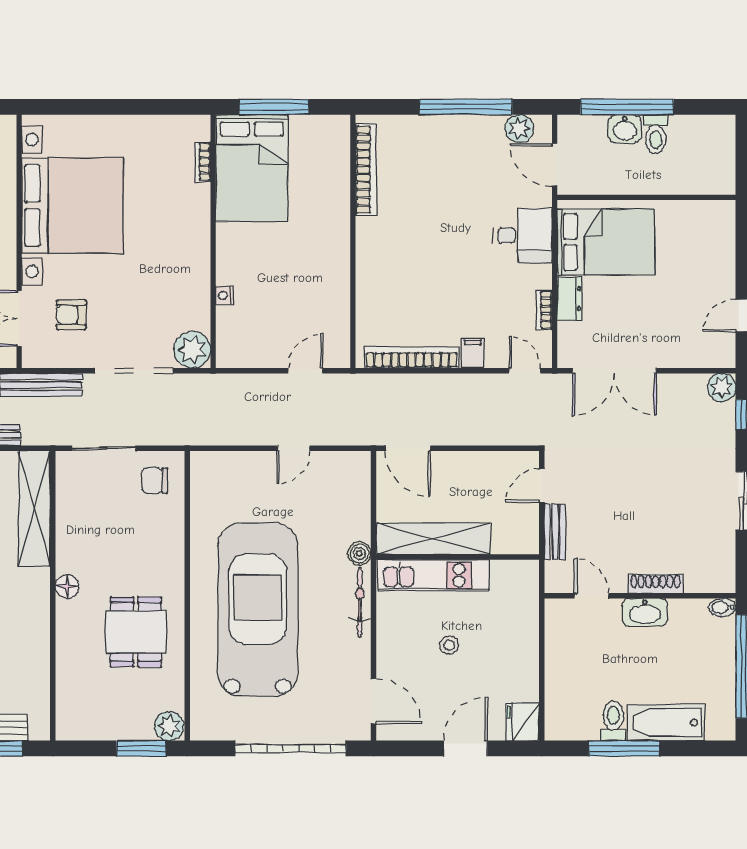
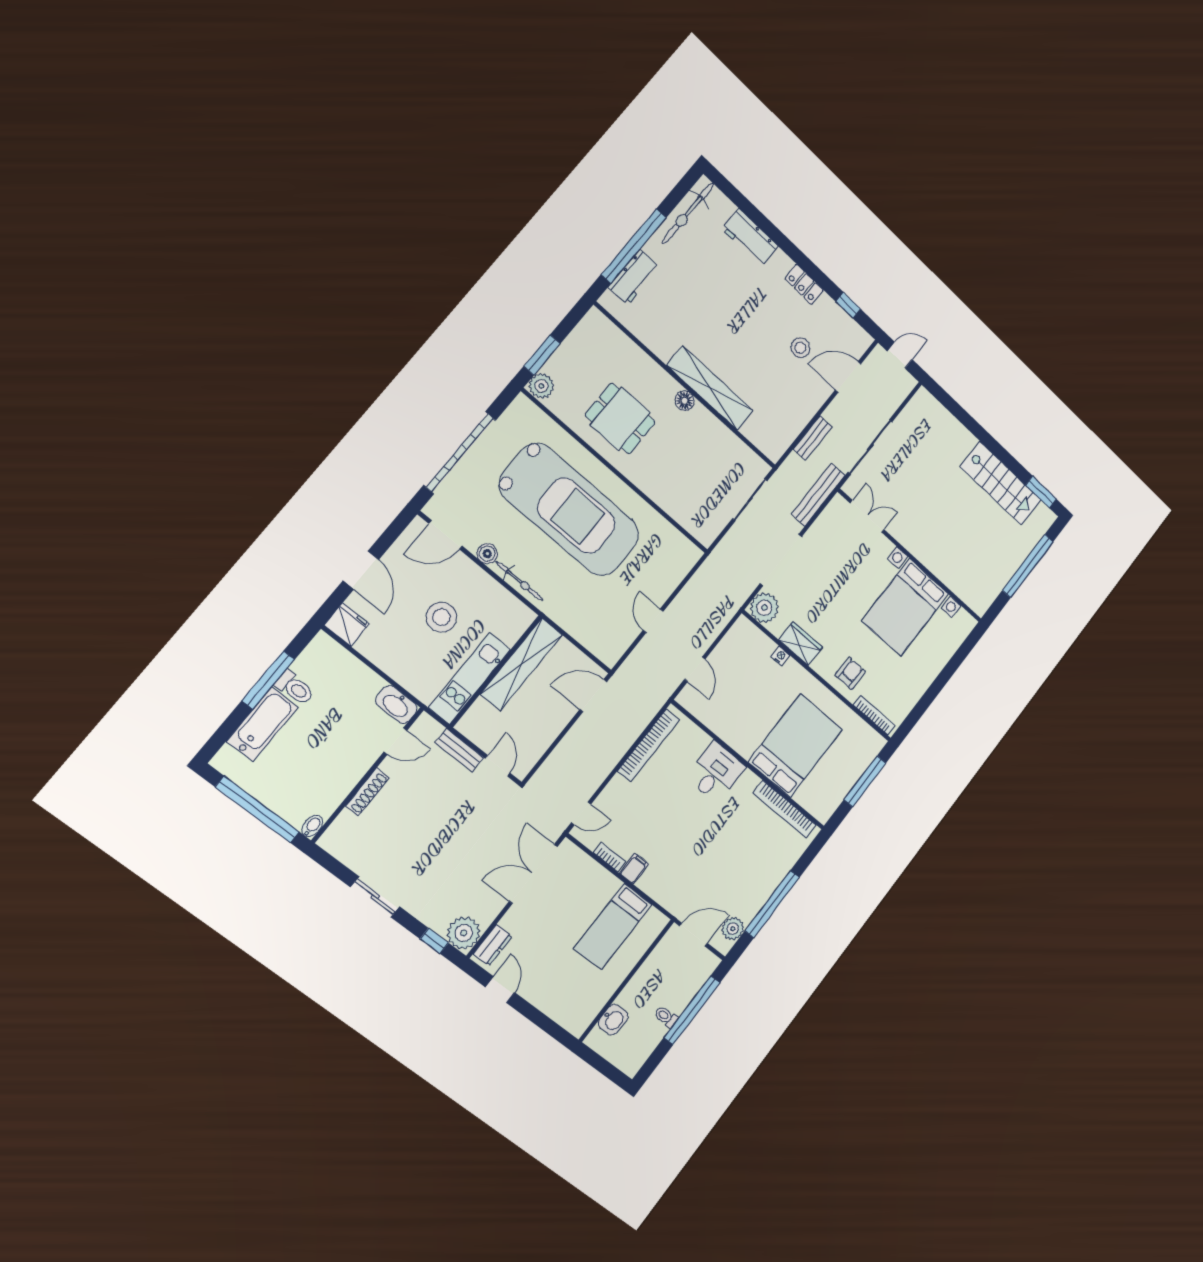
washbasin: (625, 129) -> (613, 1020), moved, turned 180
toilet: (656, 134) -> (666, 1017), width x0.73, depth x0.72
bookcase: (203, 162) -> (874, 715), width x1.56
bed: (252, 168) -> (795, 746), moved, turned 90
bed with nightstands: (72, 206) -> (905, 607), width x0.73
desk: (523, 236) -> (716, 772), moved, turned 180
bed: (606, 242) -> (613, 926), width x0.67
wardrobe: (196, 285) -> (800, 644), added
dresser: (569, 299) -> (493, 945), moved, turned -90
armchair: (71, 315) -> (850, 673), moved
filing cabinet: (473, 353) -> (634, 869), moved, turned -90
plant: (722, 387) -> (464, 933), width x1.36, depth x1.36
chair: (154, 481) -> (705, 514), removed
shelving: (34, 509) -> (710, 388), moved
boiler: (359, 553) -> (487, 554), moved
kitchen unit: (433, 575) -> (470, 678), moved
washbasin: (645, 612) -> (396, 705), moved, turned -90
stool: (449, 645) -> (441, 617), width x1.89, depth x1.89

